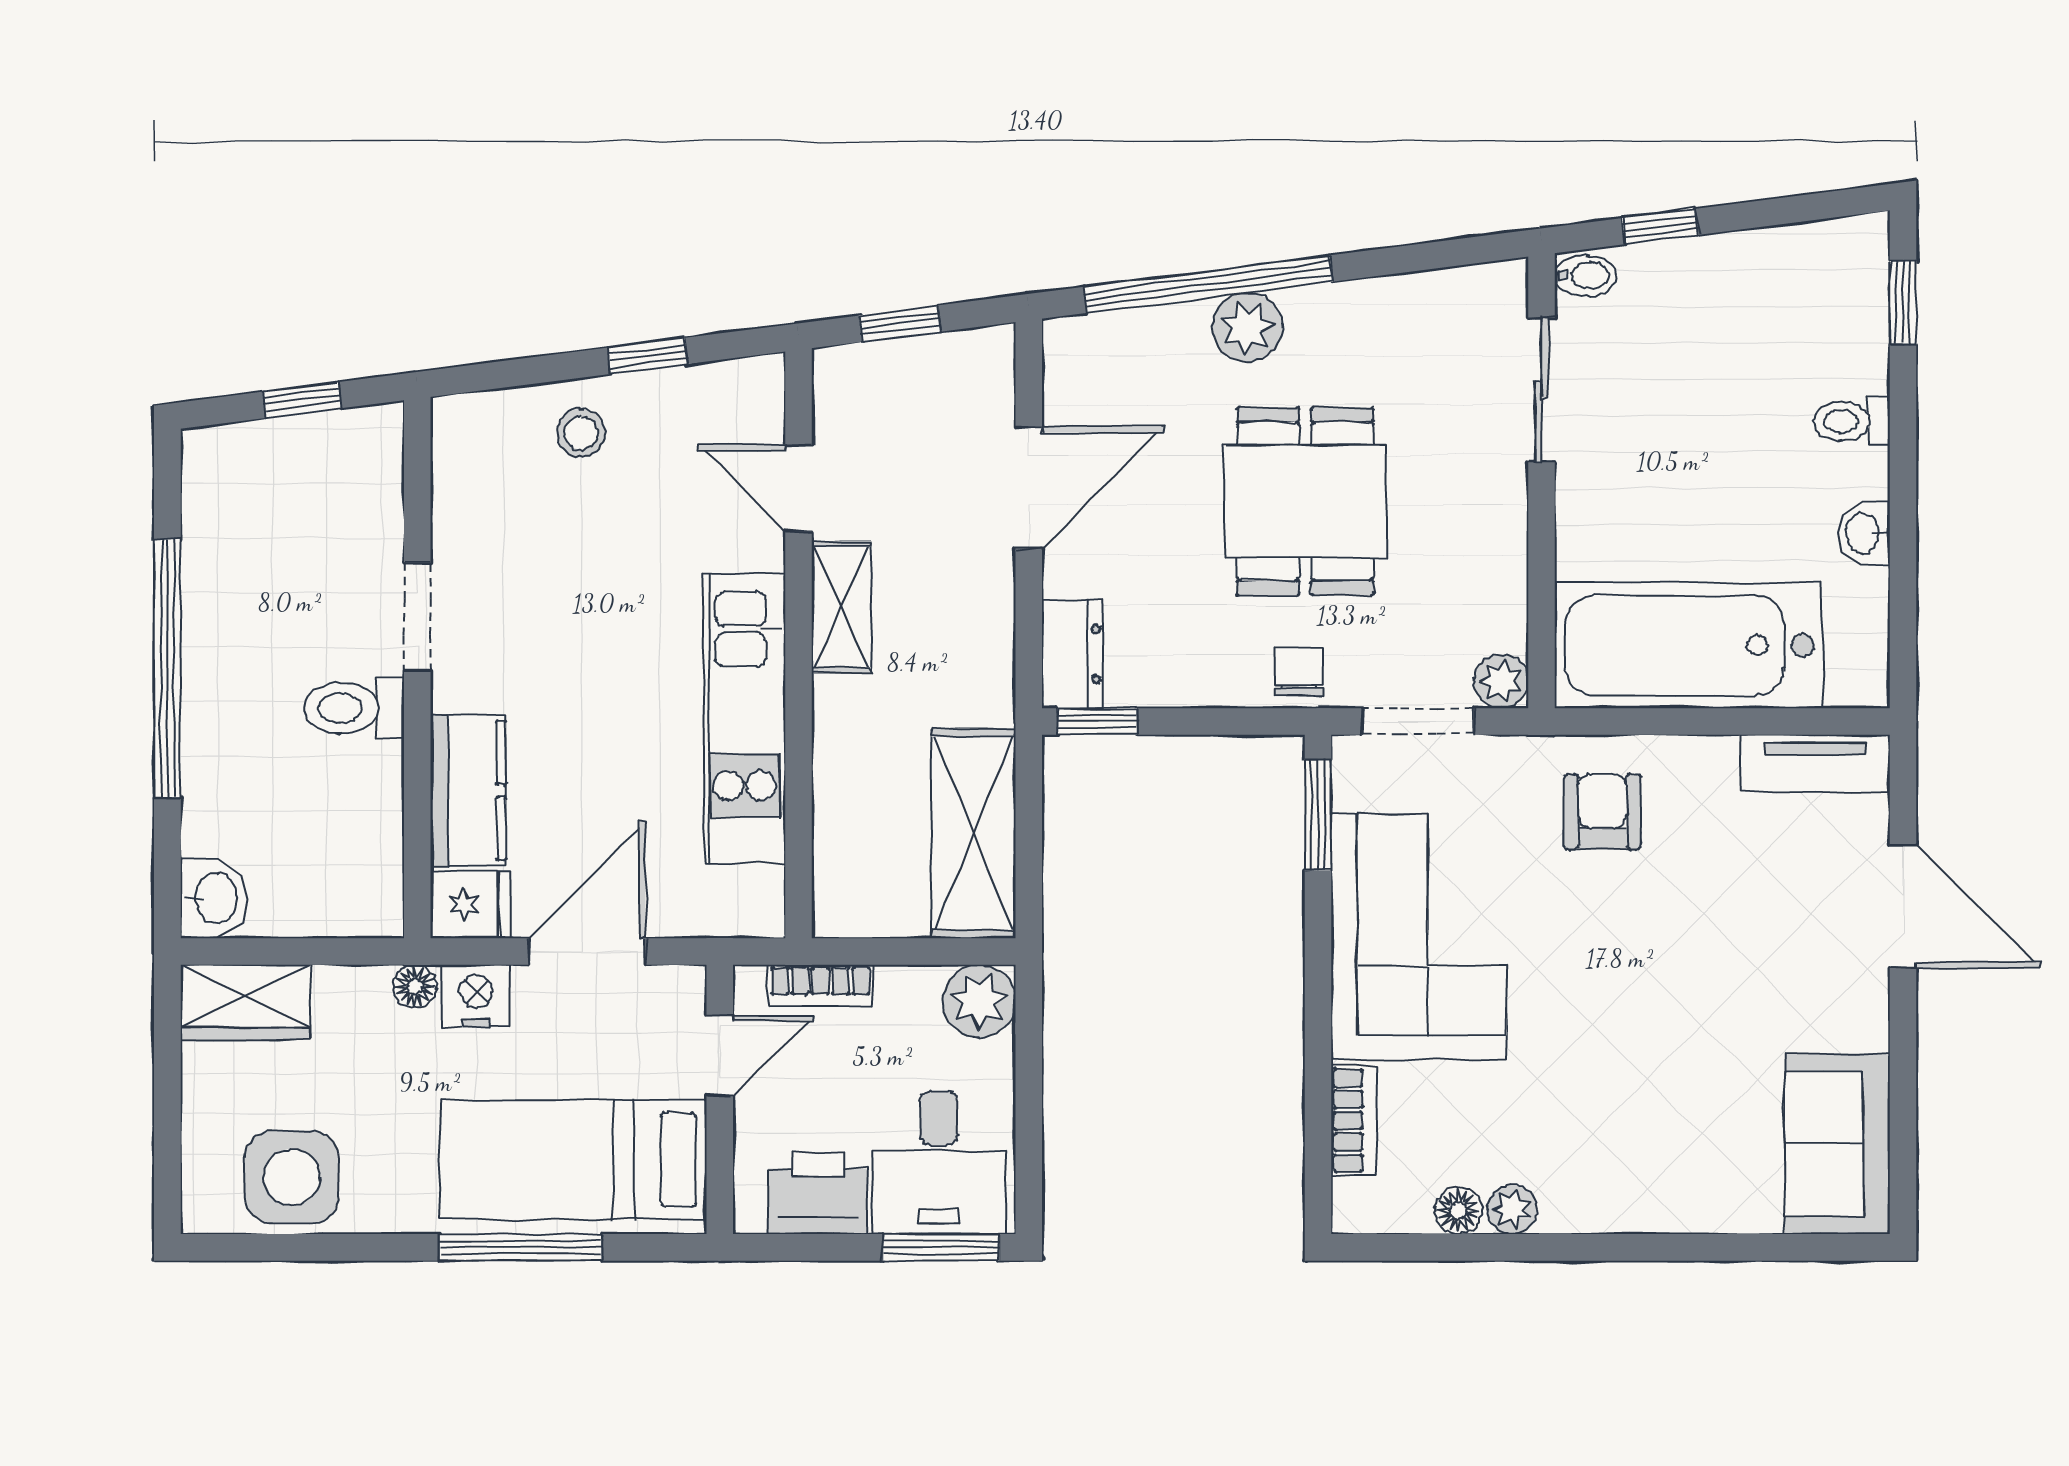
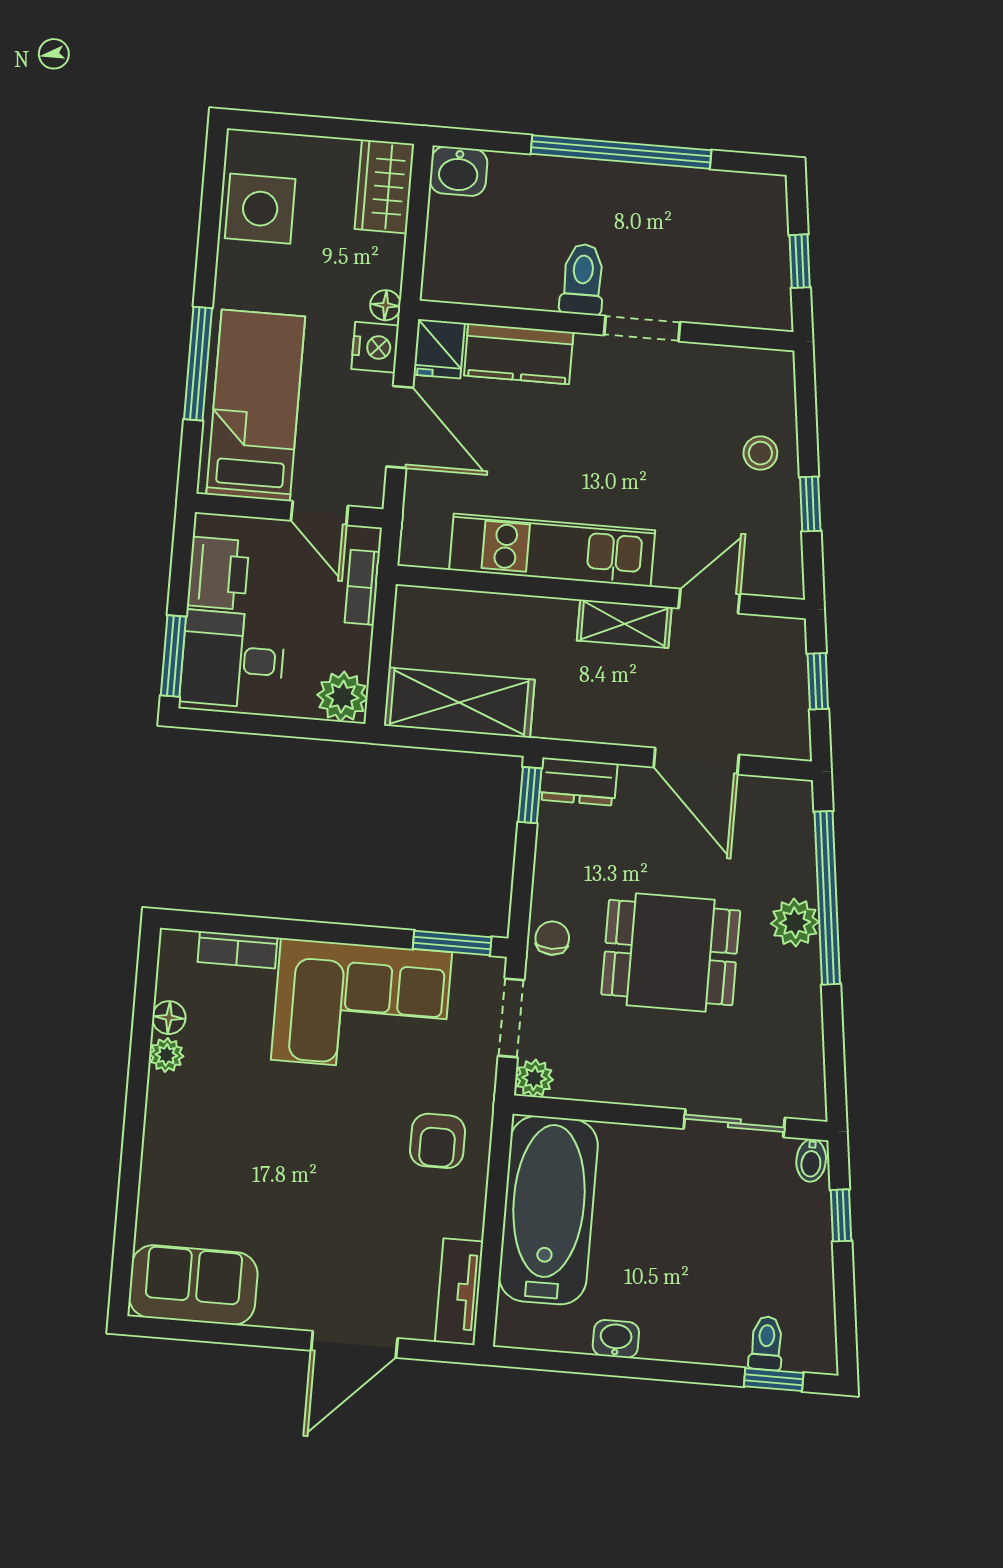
toilet: (1852, 421) -> (766, 1343), moved
chair: (1299, 672) -> (552, 938), turned -90
armchair: (1602, 812) -> (438, 1141), turned 90

